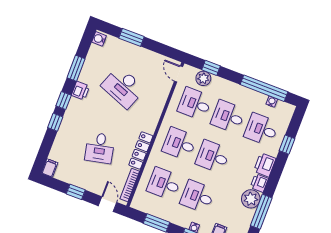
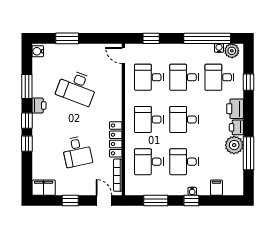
plant: (203, 78) -> (232, 51), moved
filing cabinet: (50, 168) -> (44, 188), width x2.00

